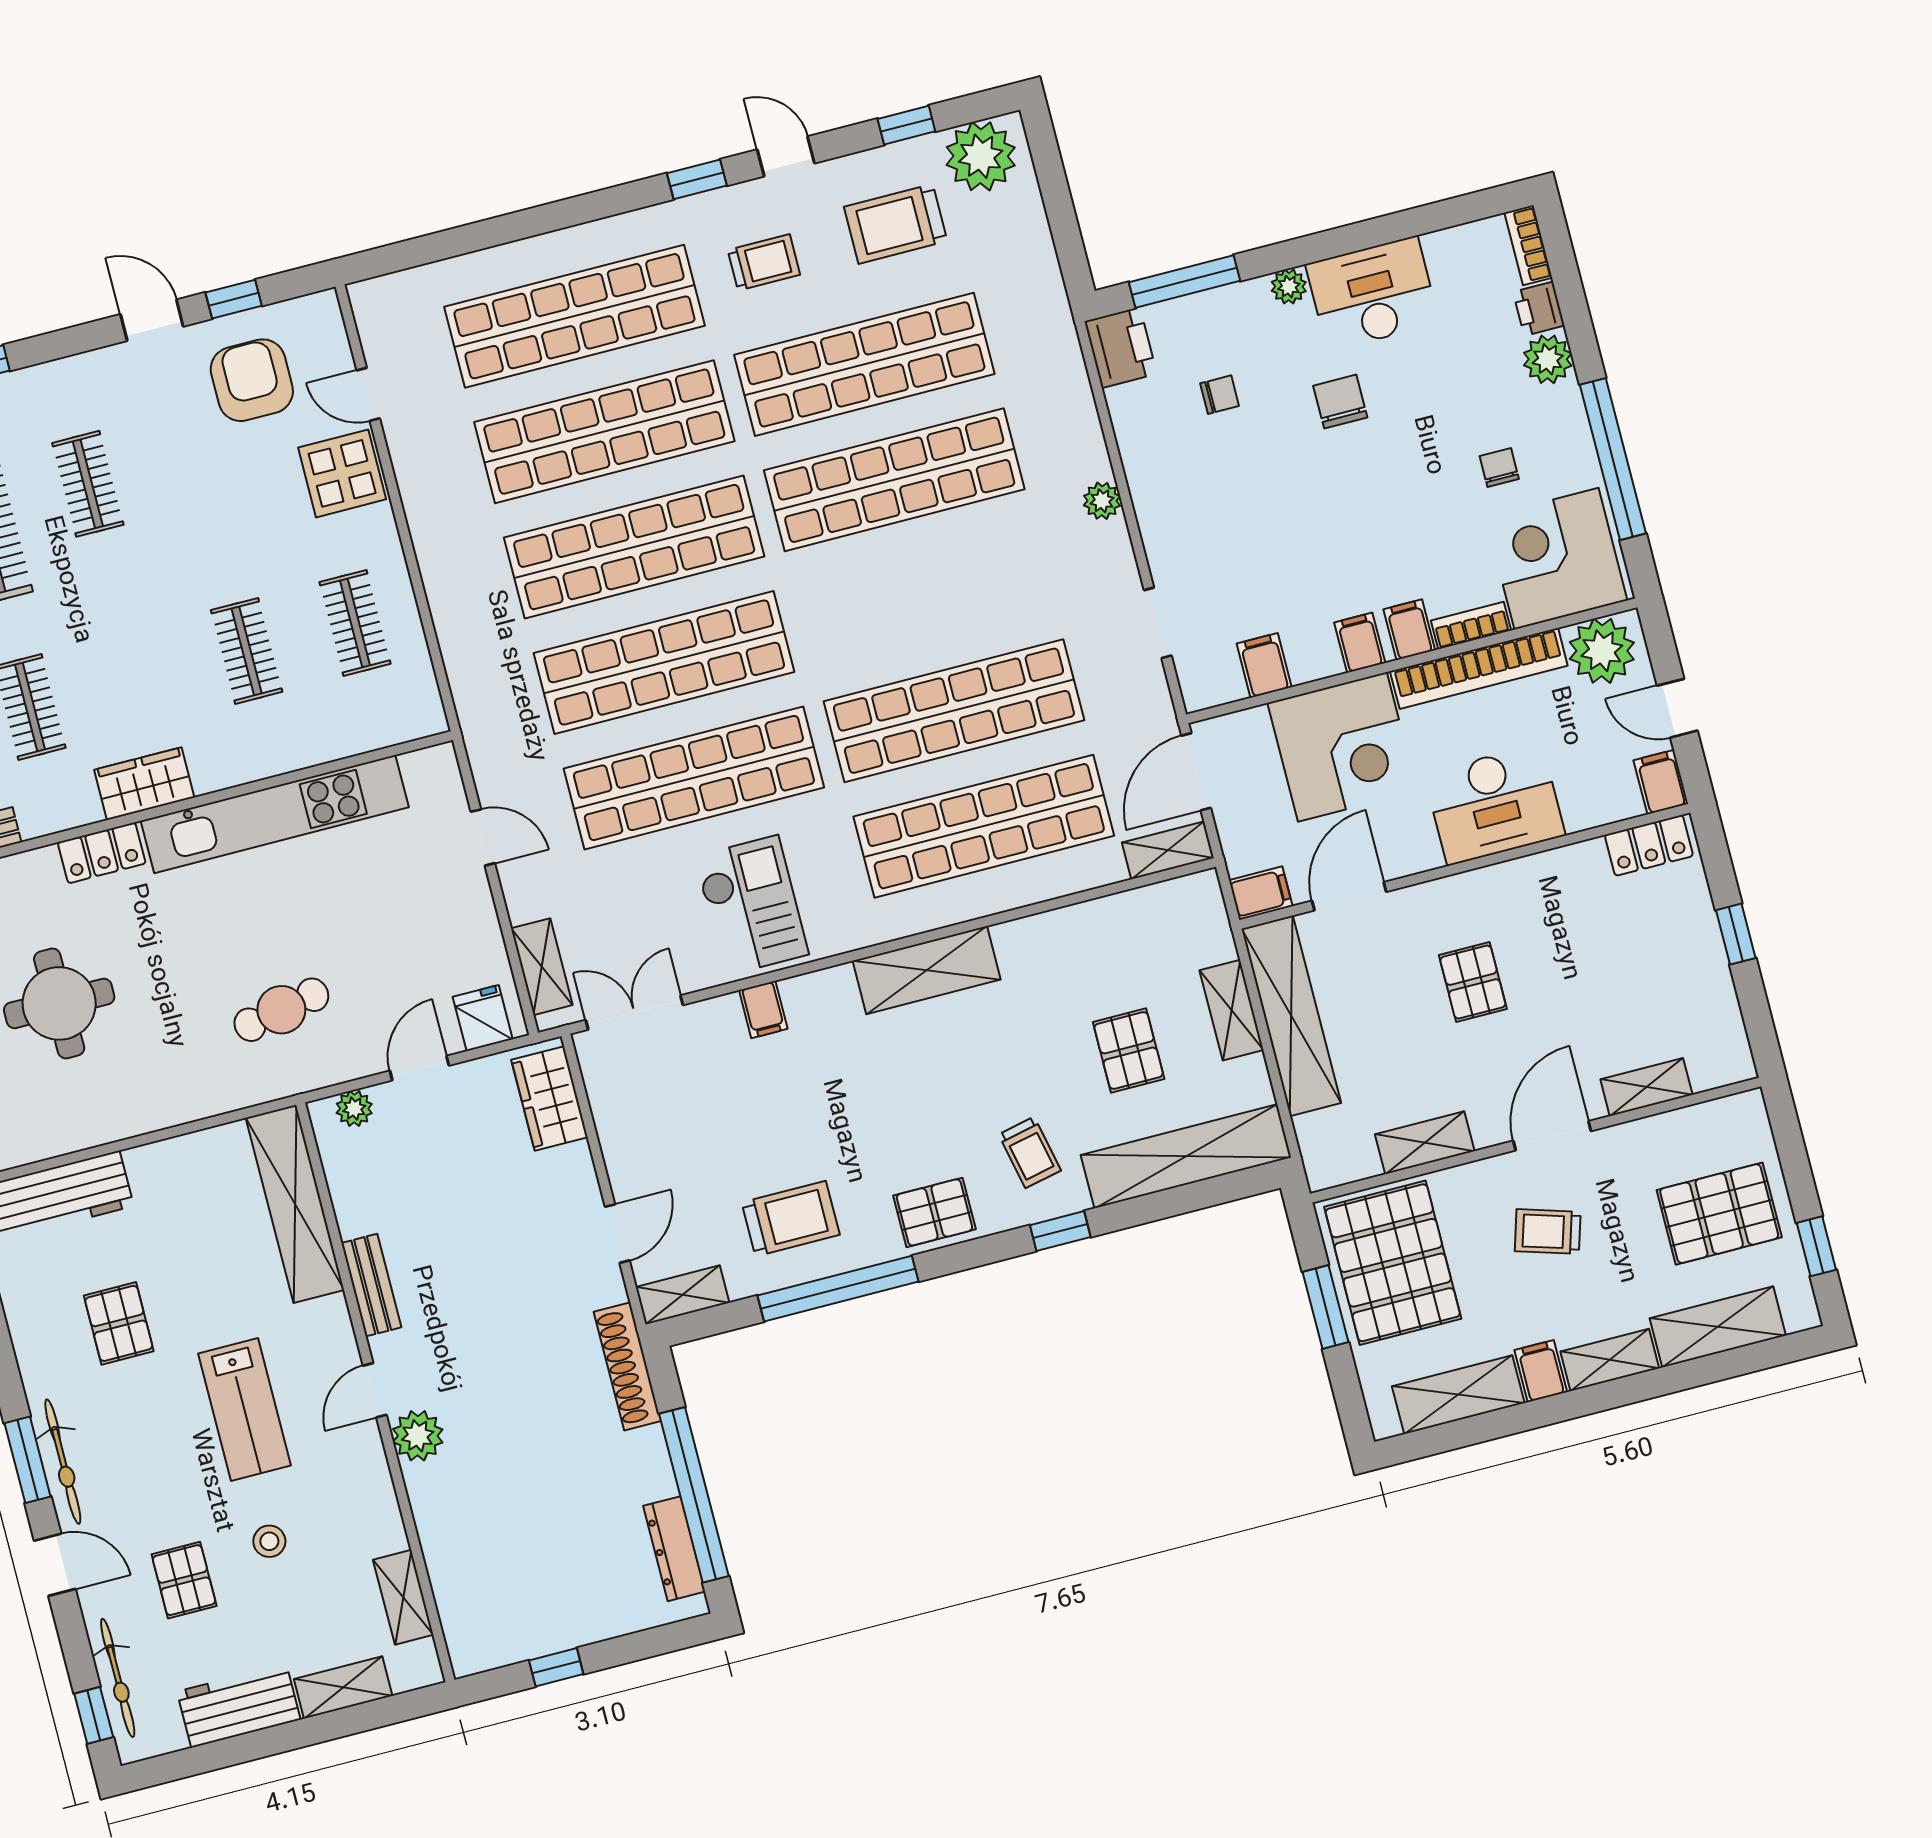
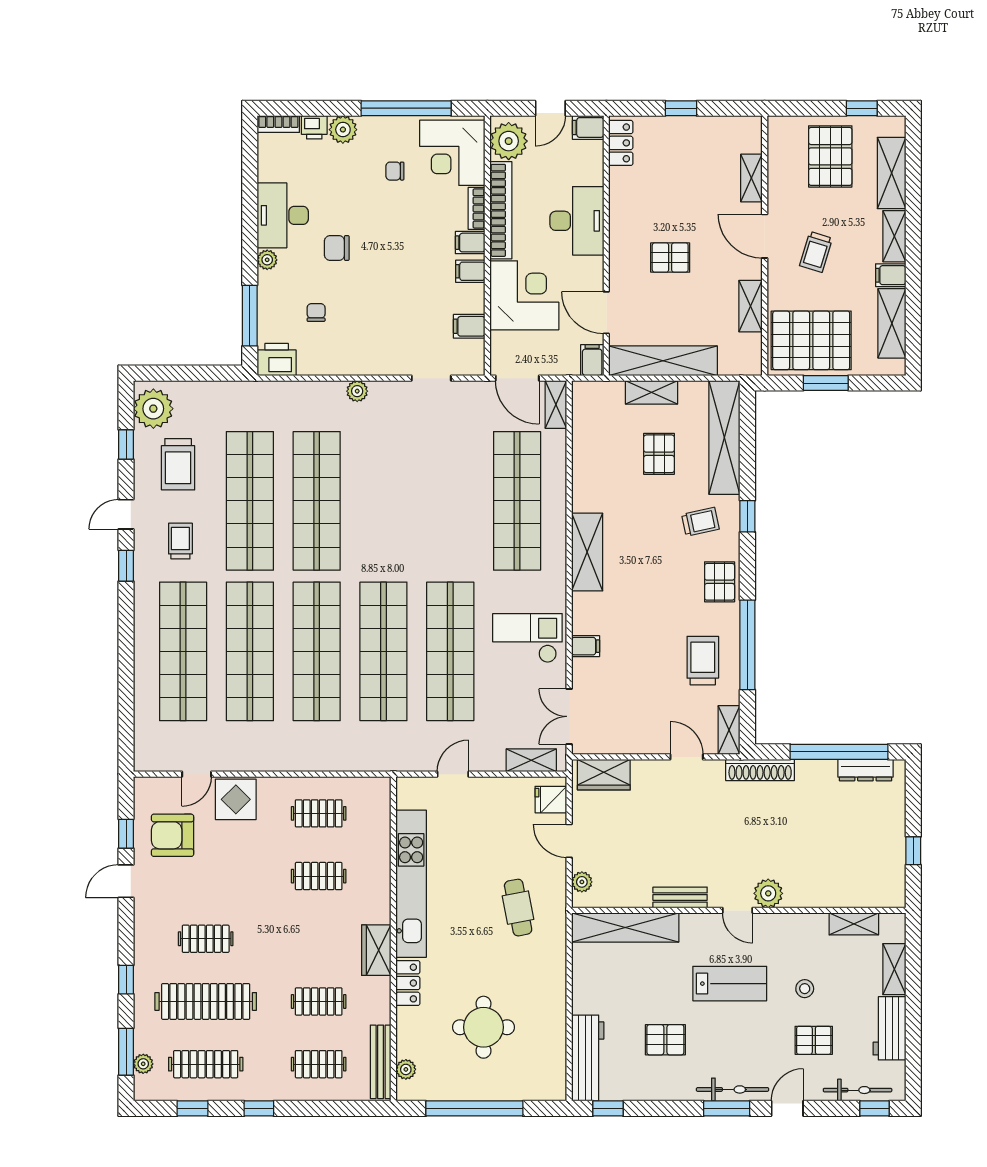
shop shelf: (954, 711) -> (450, 501), removed
pallet: (1129, 1050) -> (659, 454), turned 90

